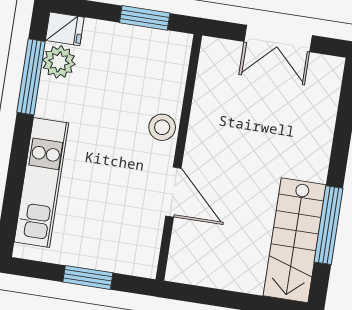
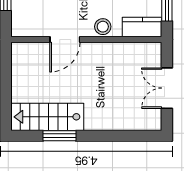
kitchen counter: (173, 64) -> (142, 27), added
window: (328, 225) -> (59, 136), width x0.69

